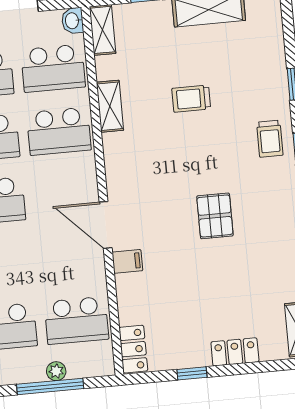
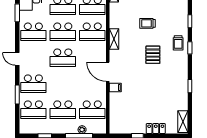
shelving: (110, 106) -> (114, 39), moved
pallet: (215, 216) -> (153, 55), moved
locker: (133, 349) -> (114, 124), removed

